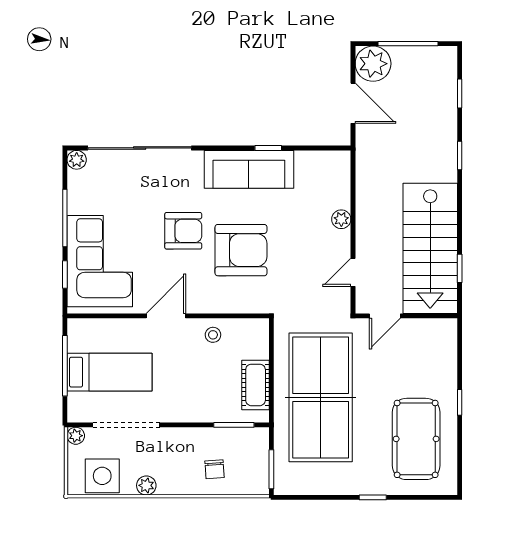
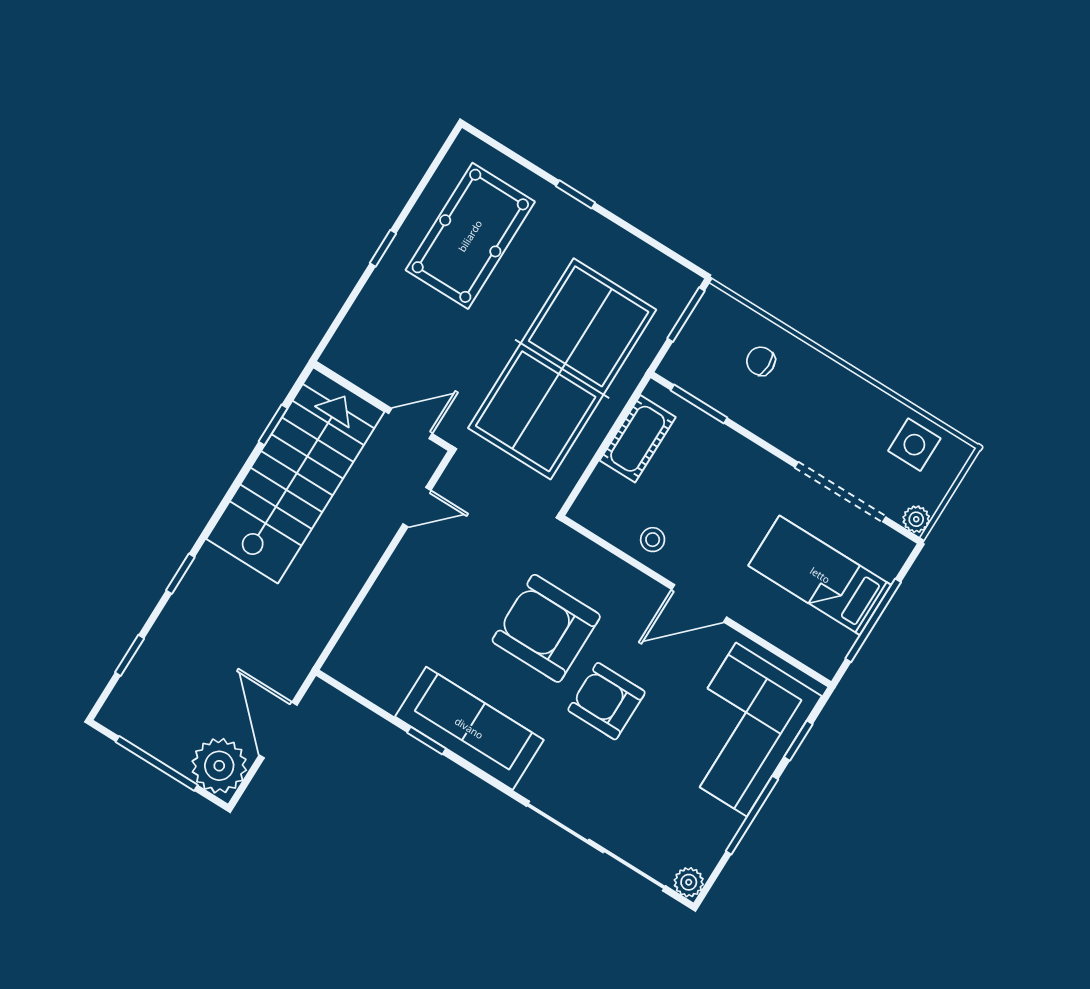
plant: (341, 219) -> (389, 587), removed
chair: (215, 469) -> (761, 361), turned -86
side table: (102, 476) -> (914, 445), width x0.73, depth x0.73
plant: (146, 485) -> (864, 396), removed

